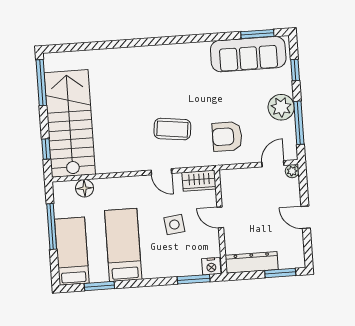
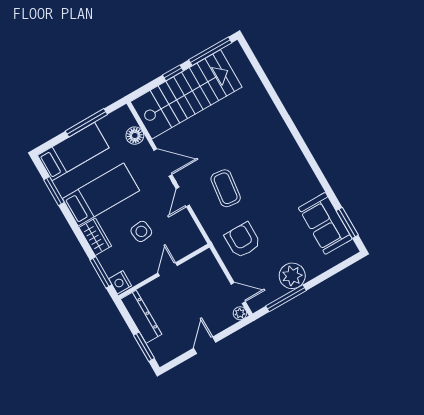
sofa: (248, 54) -> (325, 223), width x0.73
window: (295, 70) -> (331, 272), removed
window: (46, 149) -> (173, 73), moved
door: (121, 175) -> (163, 162), added
wardrobe: (199, 181) -> (95, 237), moved, turned 180

